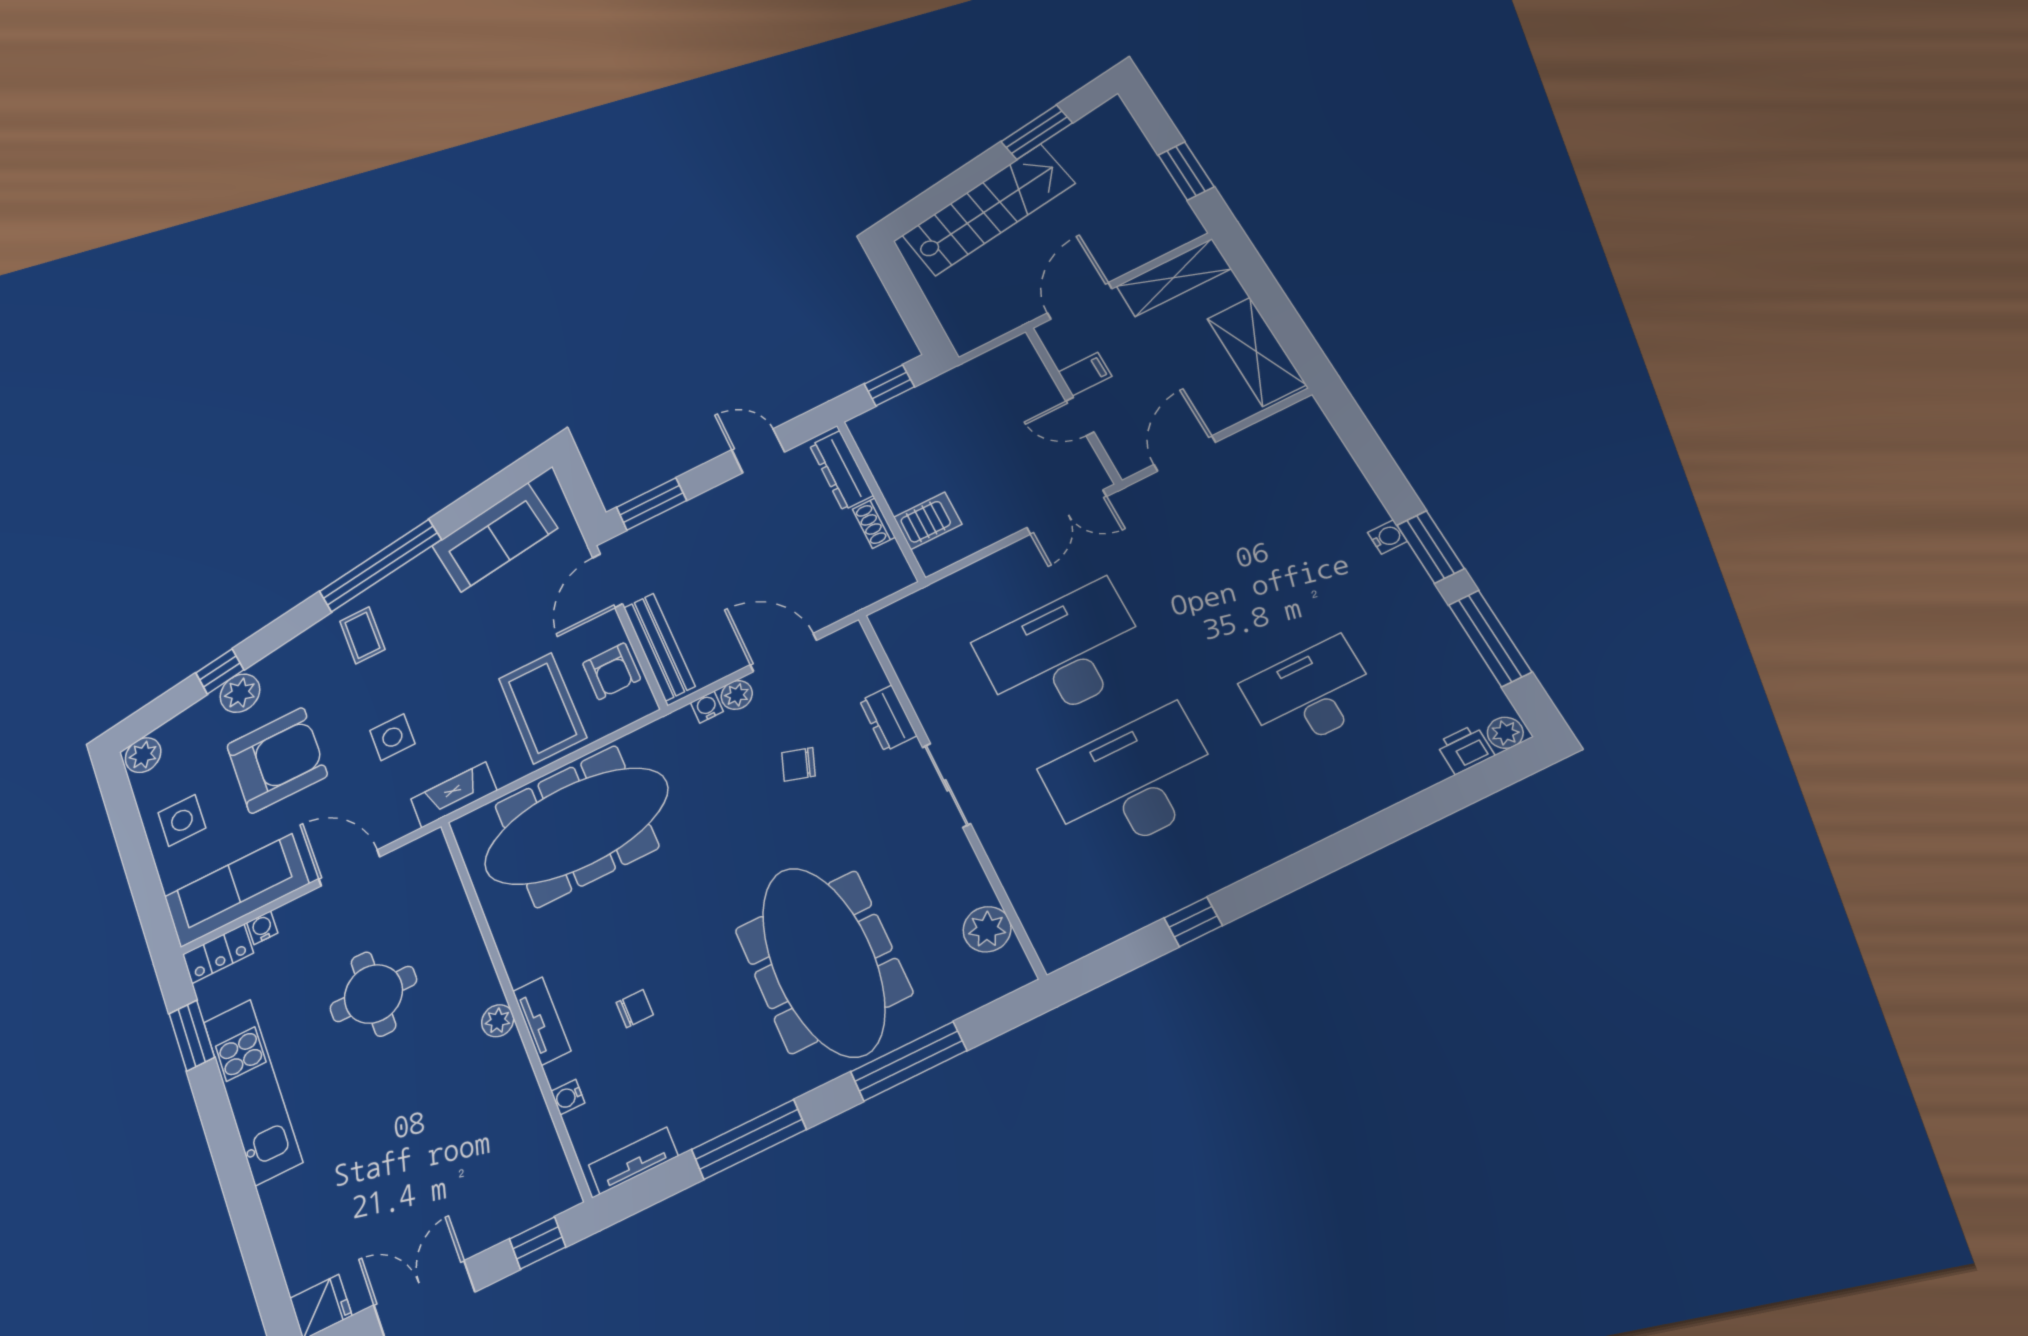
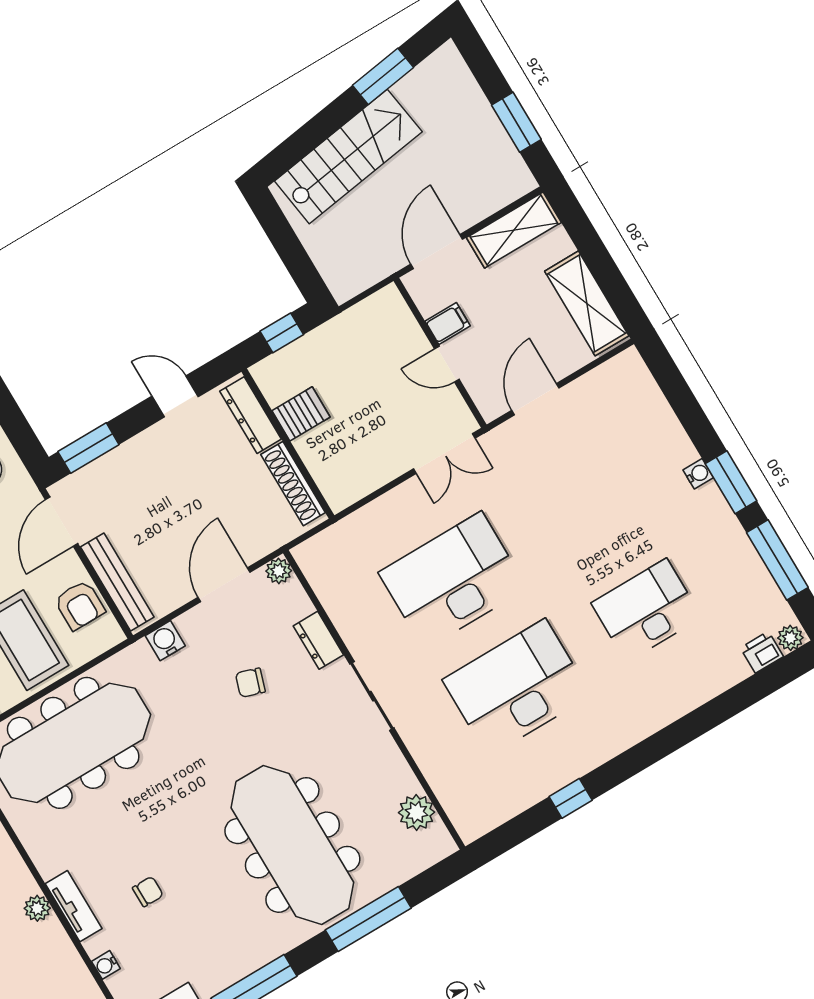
server rack: (928, 521) -> (301, 414), moved
shoe rack: (874, 523) -> (293, 484), width x1.94, depth x1.24
door: (783, 653) -> (224, 585), hinge flipped
plant: (737, 695) -> (279, 571), moved
water cooler: (707, 707) -> (165, 641), width x1.38, depth x1.38

